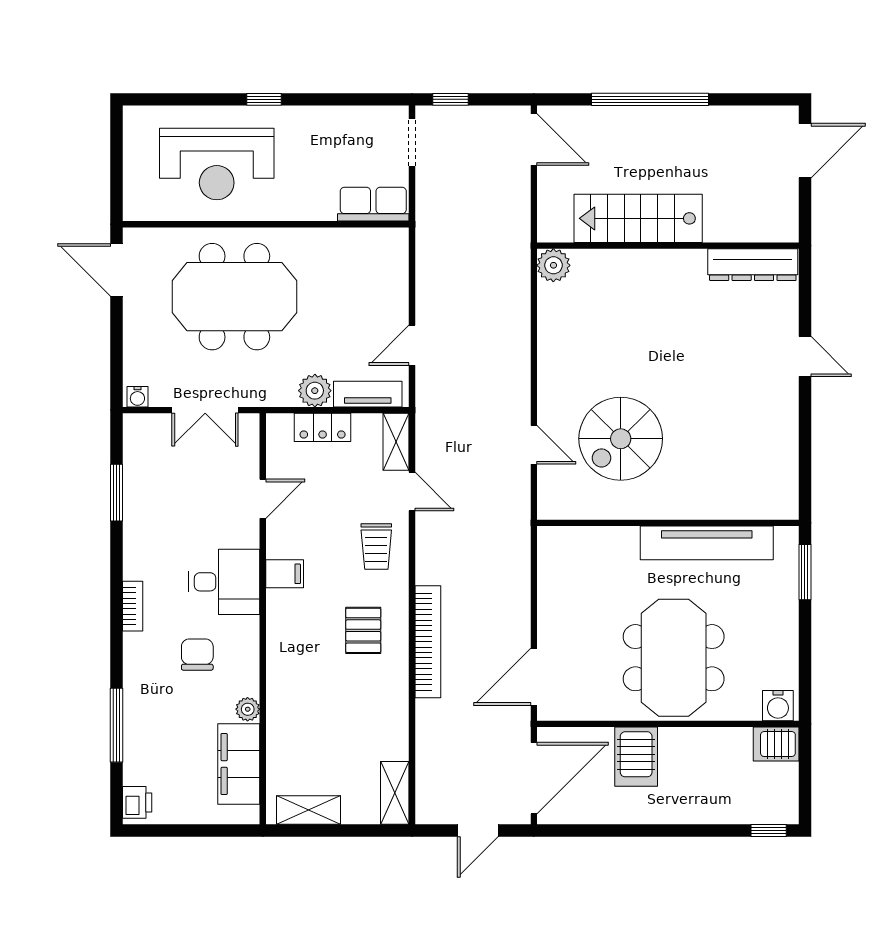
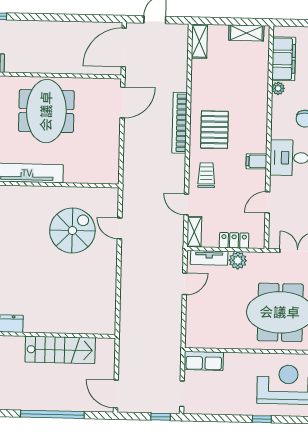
plant: (553, 265) -> (107, 325), removed
pallet: (363, 630) -> (214, 130), width x1.50, depth x1.42
server rack: (636, 757) -> (68, 58), removed

